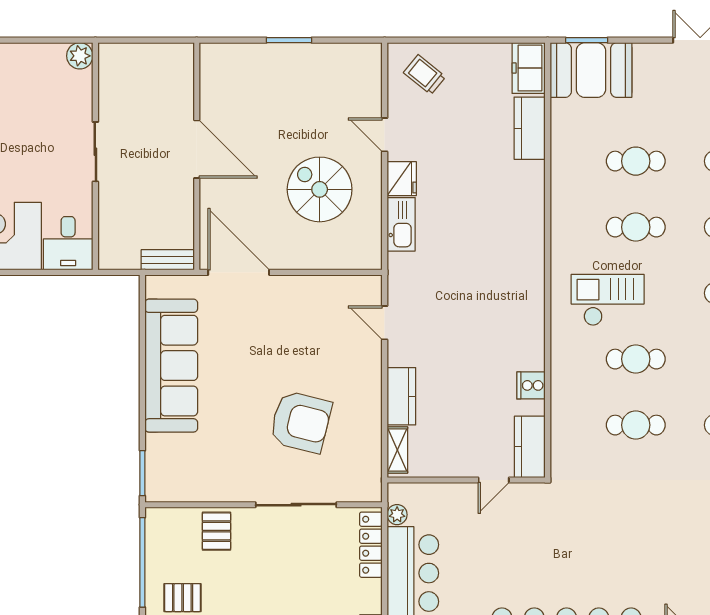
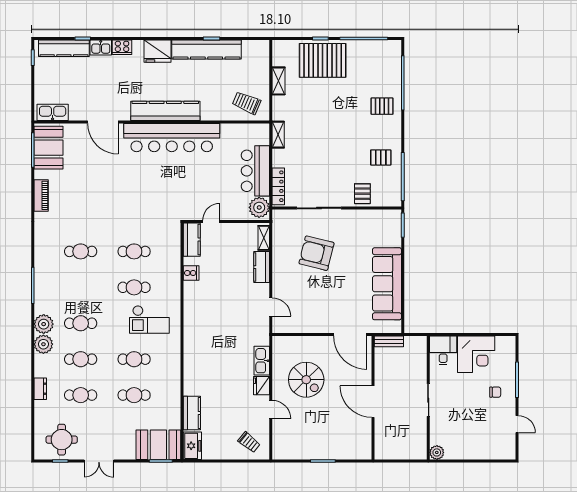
plant: (397, 515) -> (259, 207), width x1.87, depth x1.87

